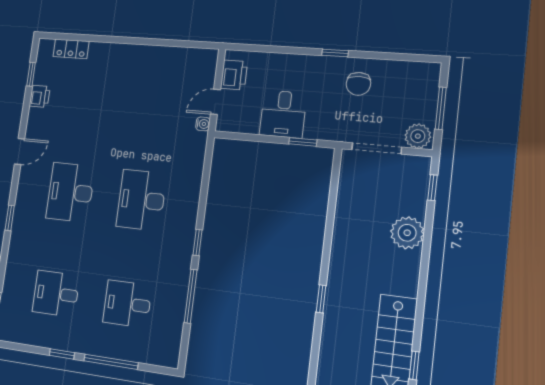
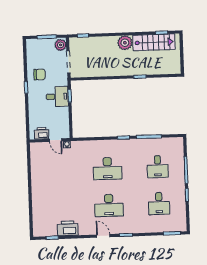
locker: (71, 49) -> (37, 219), removed
printer: (40, 96) -> (68, 228), width x1.87, depth x1.48
desk: (283, 114) -> (57, 97), moved
door: (20, 151) -> (103, 236), moved
plant: (407, 233) -> (125, 43), moved

